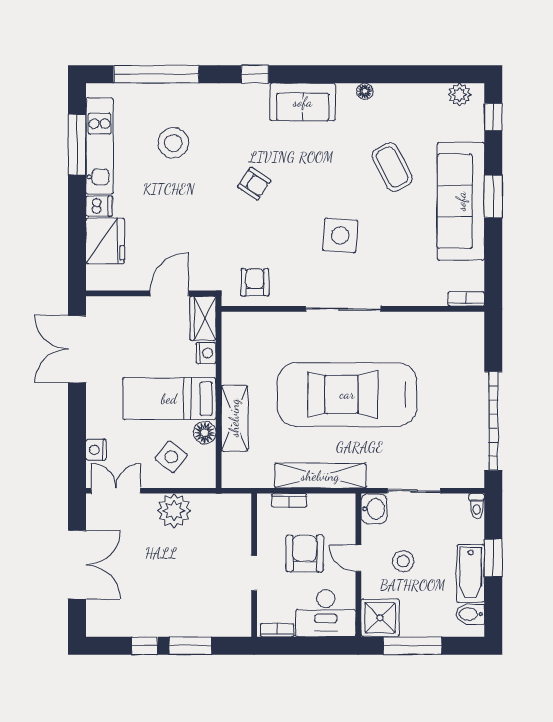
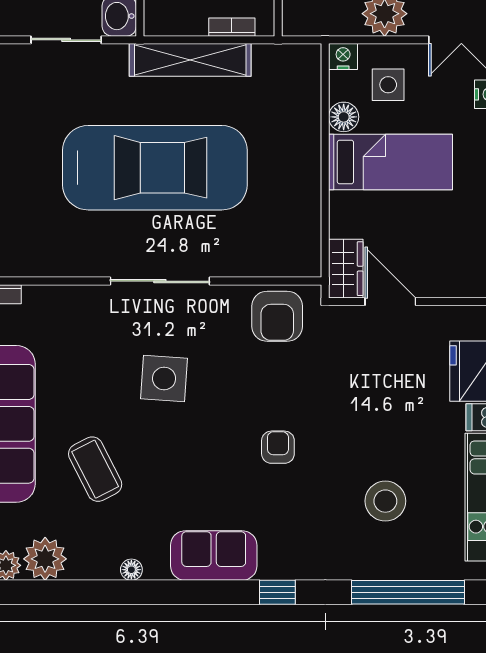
plant: (430, 99) -> (45, 559), added
armchair: (254, 184) -> (278, 447), turned 56
armchair: (255, 282) -> (277, 316), width x1.38, depth x1.38
door: (169, 293) -> (390, 302), swing flipped
nightstand: (206, 353) -> (343, 56), moved, turned 90
shelving: (234, 418) -> (304, 136), removed
side table: (171, 457) -> (388, 85), turned -38

